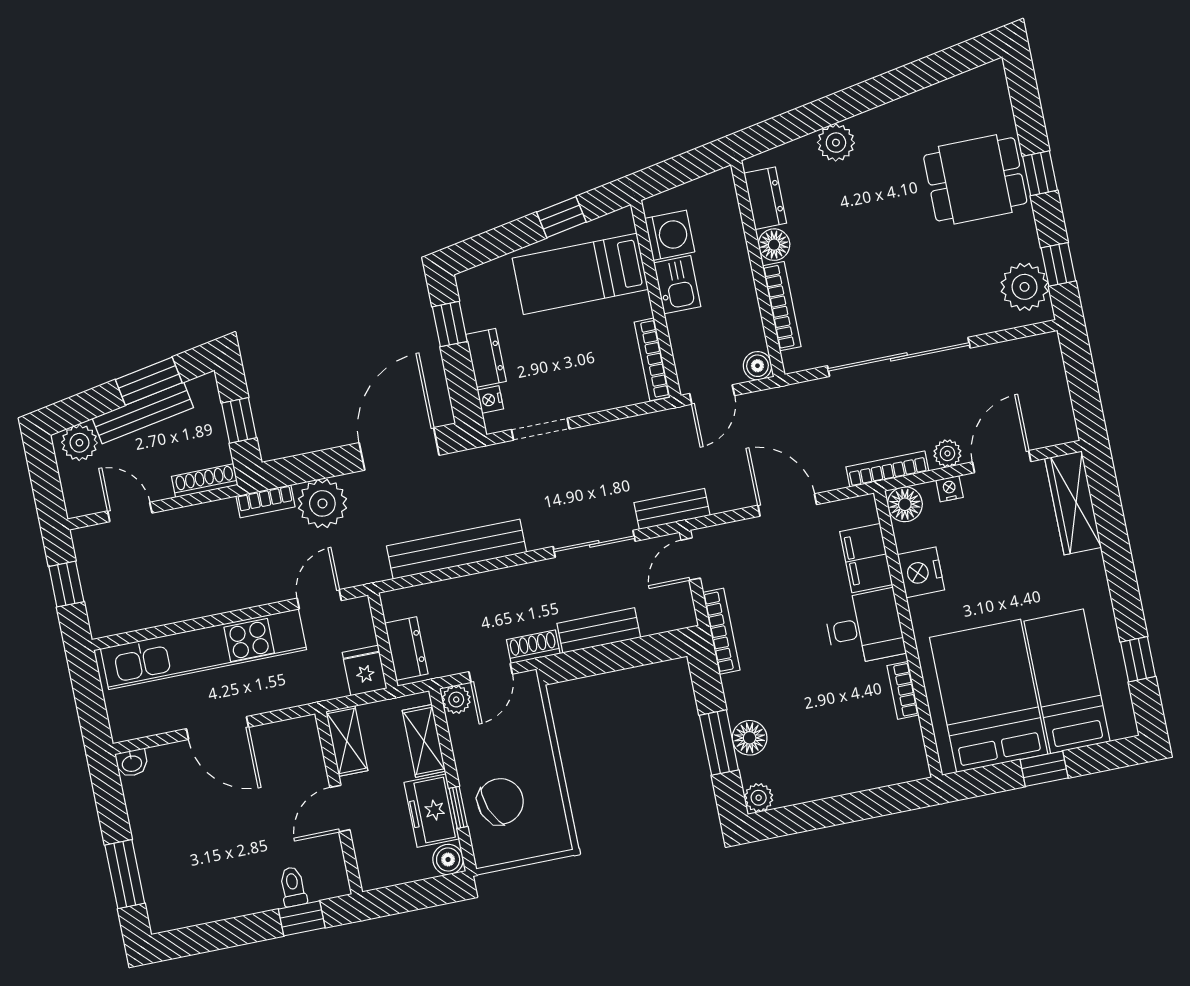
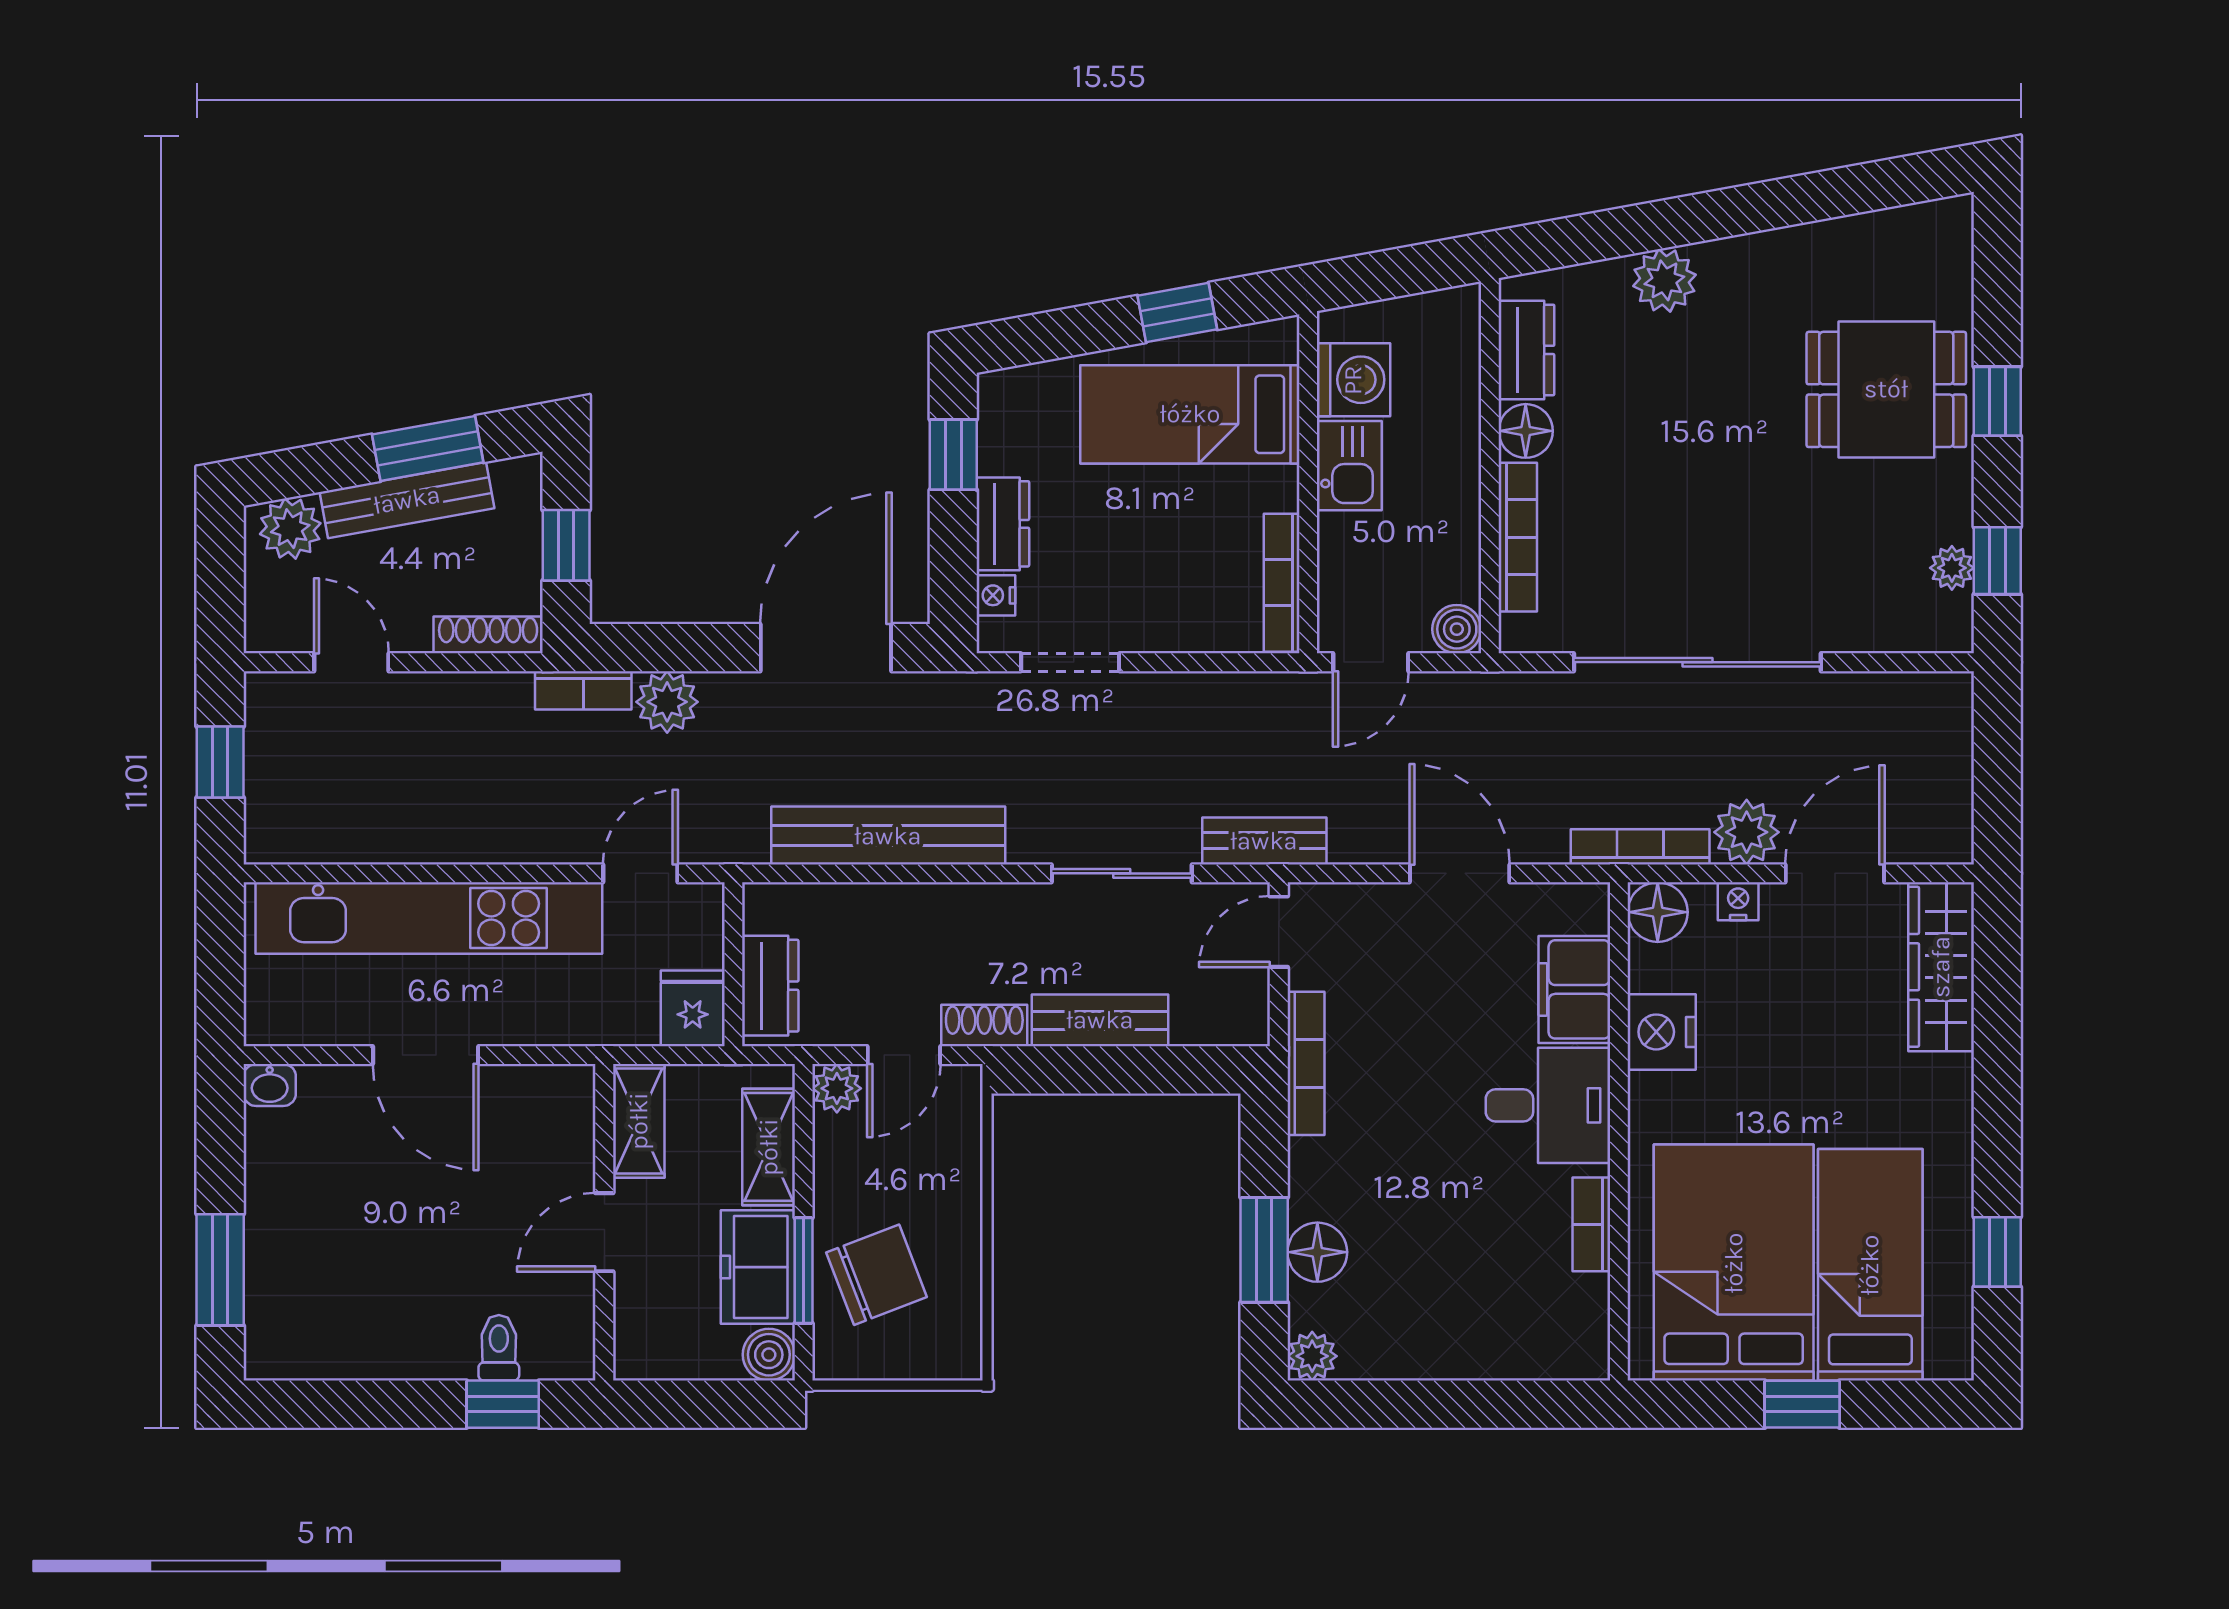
plant: (1025, 287) -> (1952, 568), width x0.53, depth x0.53
plant: (947, 453) -> (1747, 832), width x1.38, depth x1.38
plant: (322, 503) -> (667, 702), width x0.73, depth x0.73
window: (458, 807) -> (804, 1271), width x1.50

